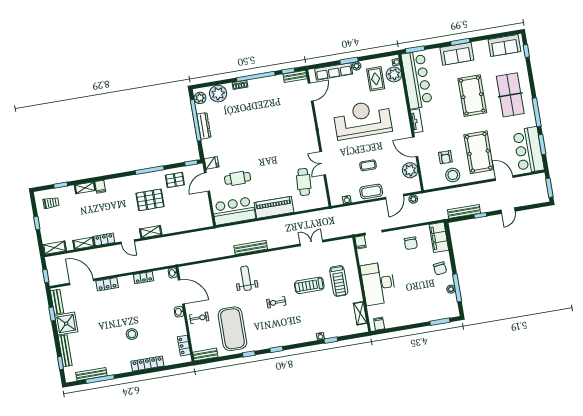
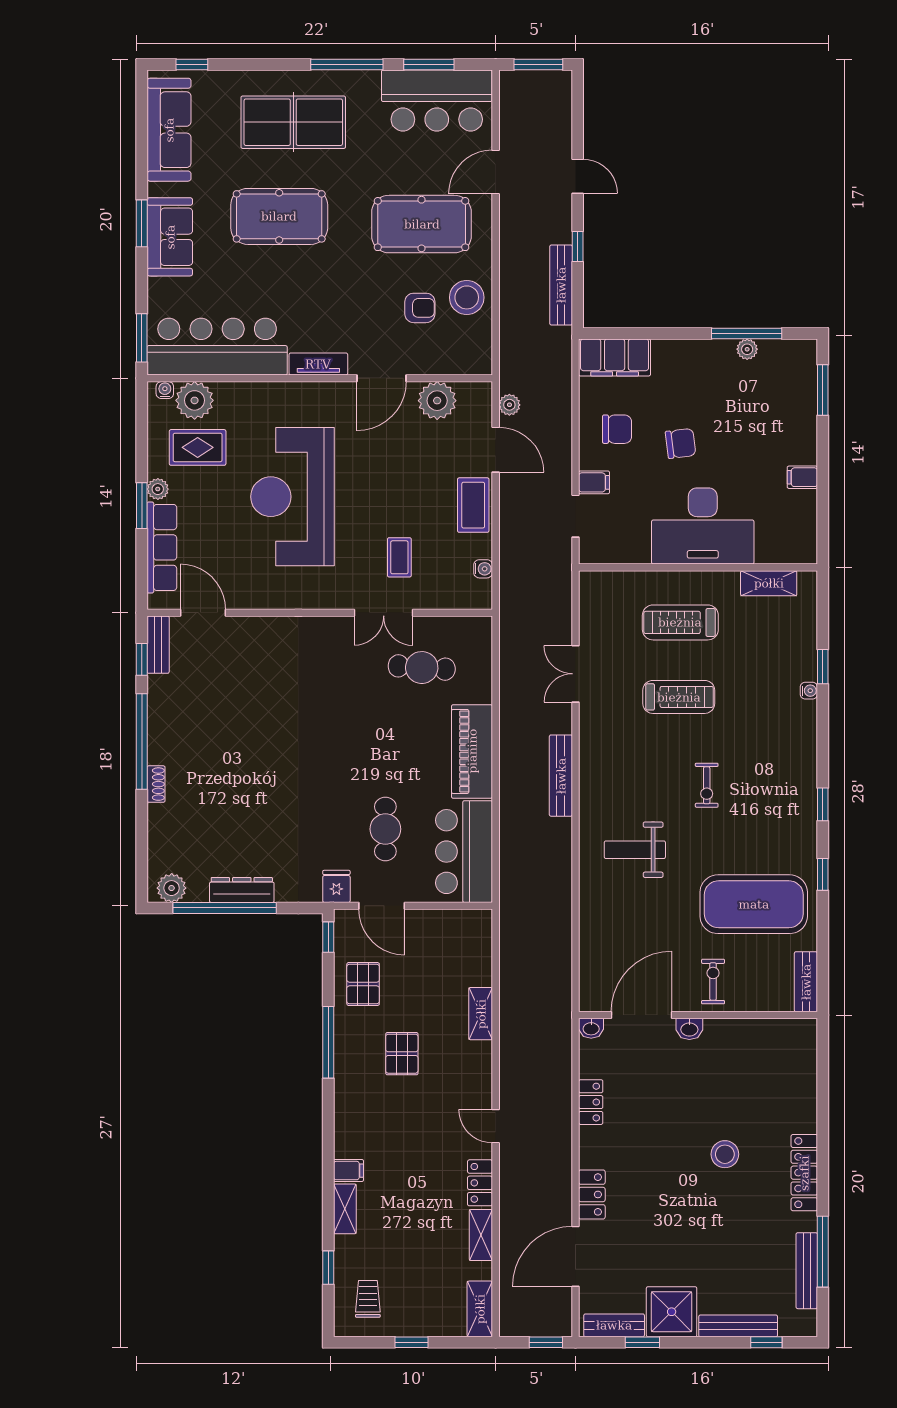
sofa: (504, 45) -> (169, 130), width x1.36
plant: (218, 94) -> (168, 842), removed
coffee table: (368, 165) -> (399, 557), moved
pallet: (150, 200) -> (402, 1054), width x0.67, depth x0.71
shelving: (151, 232) -> (481, 1014), moved
door: (128, 242) -> (496, 1126), swing flipped
filing cabinet: (360, 242) -> (594, 482), moved
bench: (251, 247) -> (561, 776), moved
chair: (440, 268) -> (681, 443), moved
treadmill: (339, 281) -> (680, 622), turned 180
treadmill: (309, 285) -> (679, 697), turned -90
filing cabinet: (379, 324) -> (802, 477), moved
locker: (184, 346) -> (775, 1031), removed
locker: (147, 364) -> (804, 1173), moved

